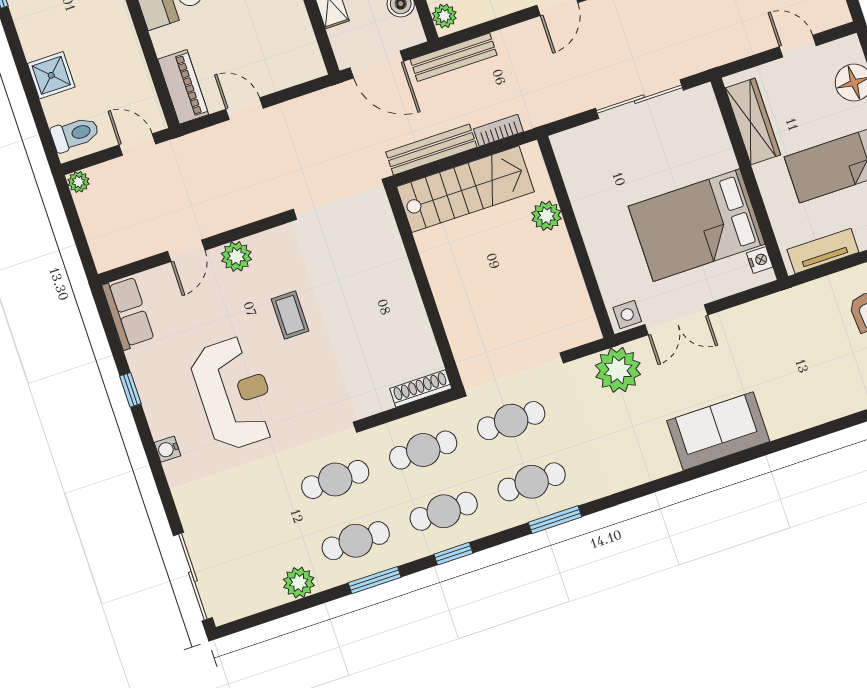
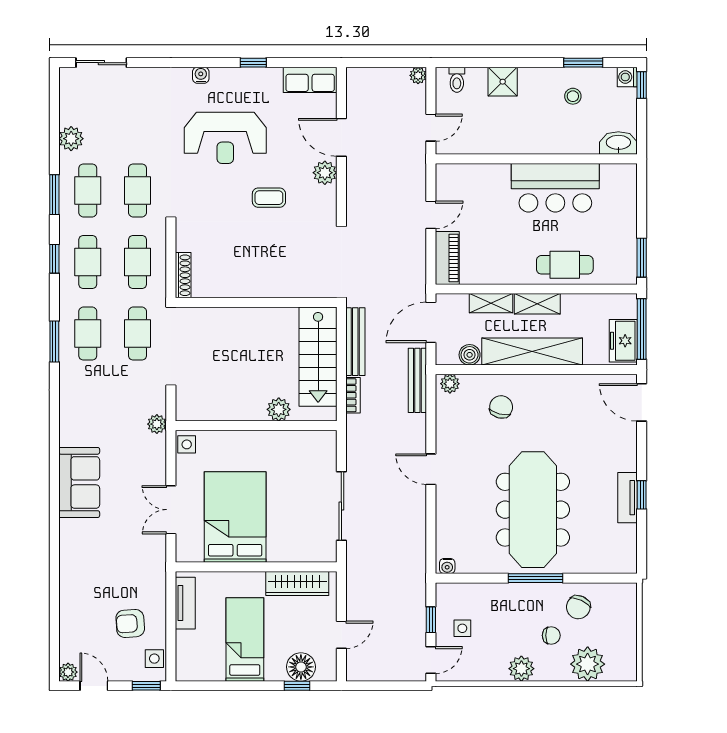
piano: (183, 87) -> (447, 258), moved, turned -90
toilet: (75, 134) -> (457, 80), width x0.73, depth x0.72
door: (186, 251) -> (341, 137), width x1.38
nightstand: (760, 260) -> (194, 555), removed
double door: (676, 320) -> (171, 510), moved
plant: (618, 370) -> (157, 424), width x0.53, depth x0.53
sliding door: (193, 577) -> (101, 63), width x0.73

